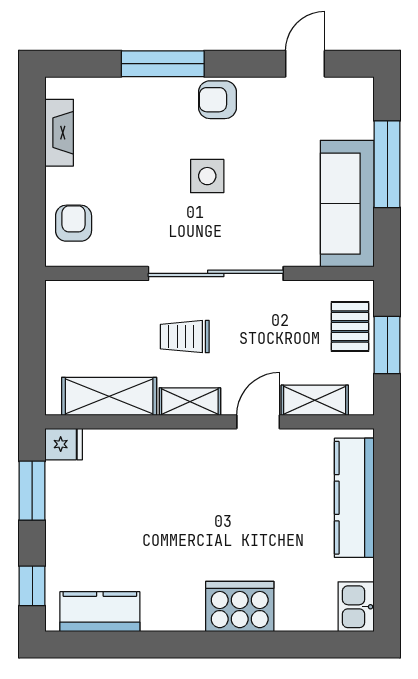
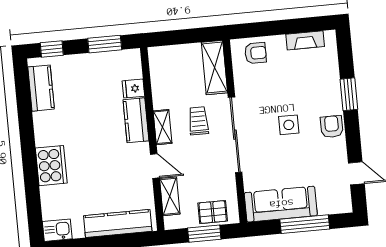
window: (163, 64) -> (349, 94), width x0.69
shelving: (109, 396) -> (214, 68), moved
fridge: (64, 444) -> (133, 89), moved, turned 90
kitchen counter: (173, 448) -> (136, 120), added

